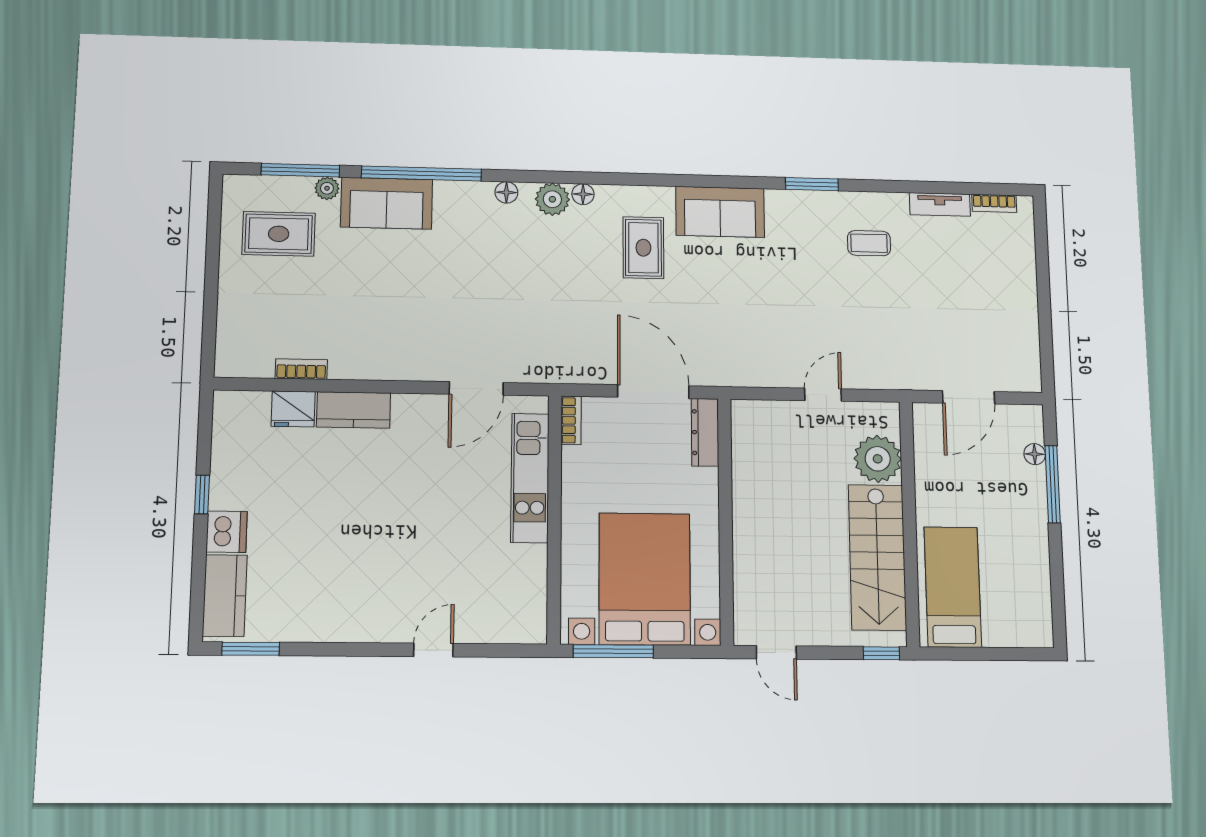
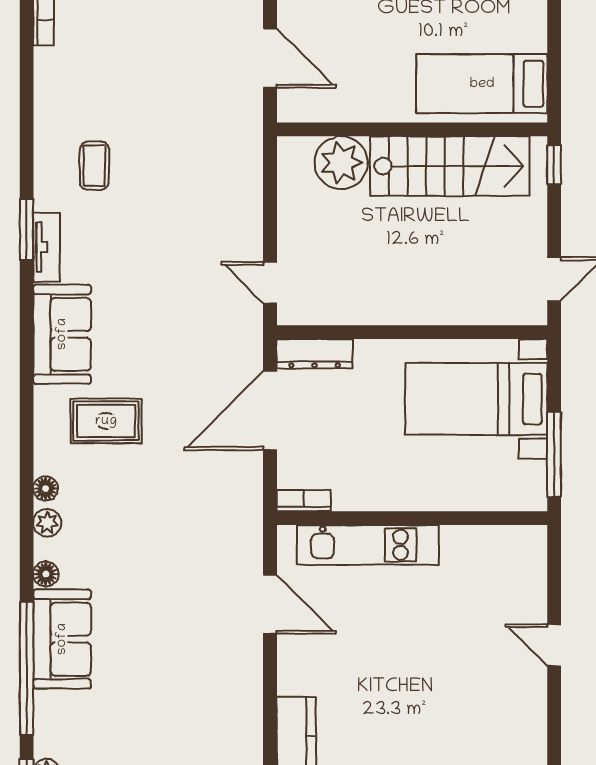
plant: (552, 199) -> (47, 523), width x0.73, depth x0.73
sofa: (387, 203) -> (62, 639), moved
tv unit: (940, 204) -> (47, 247), moved
door: (823, 395) -> (270, 283), moved
bed with nightstands: (645, 579) -> (476, 399), width x0.73

